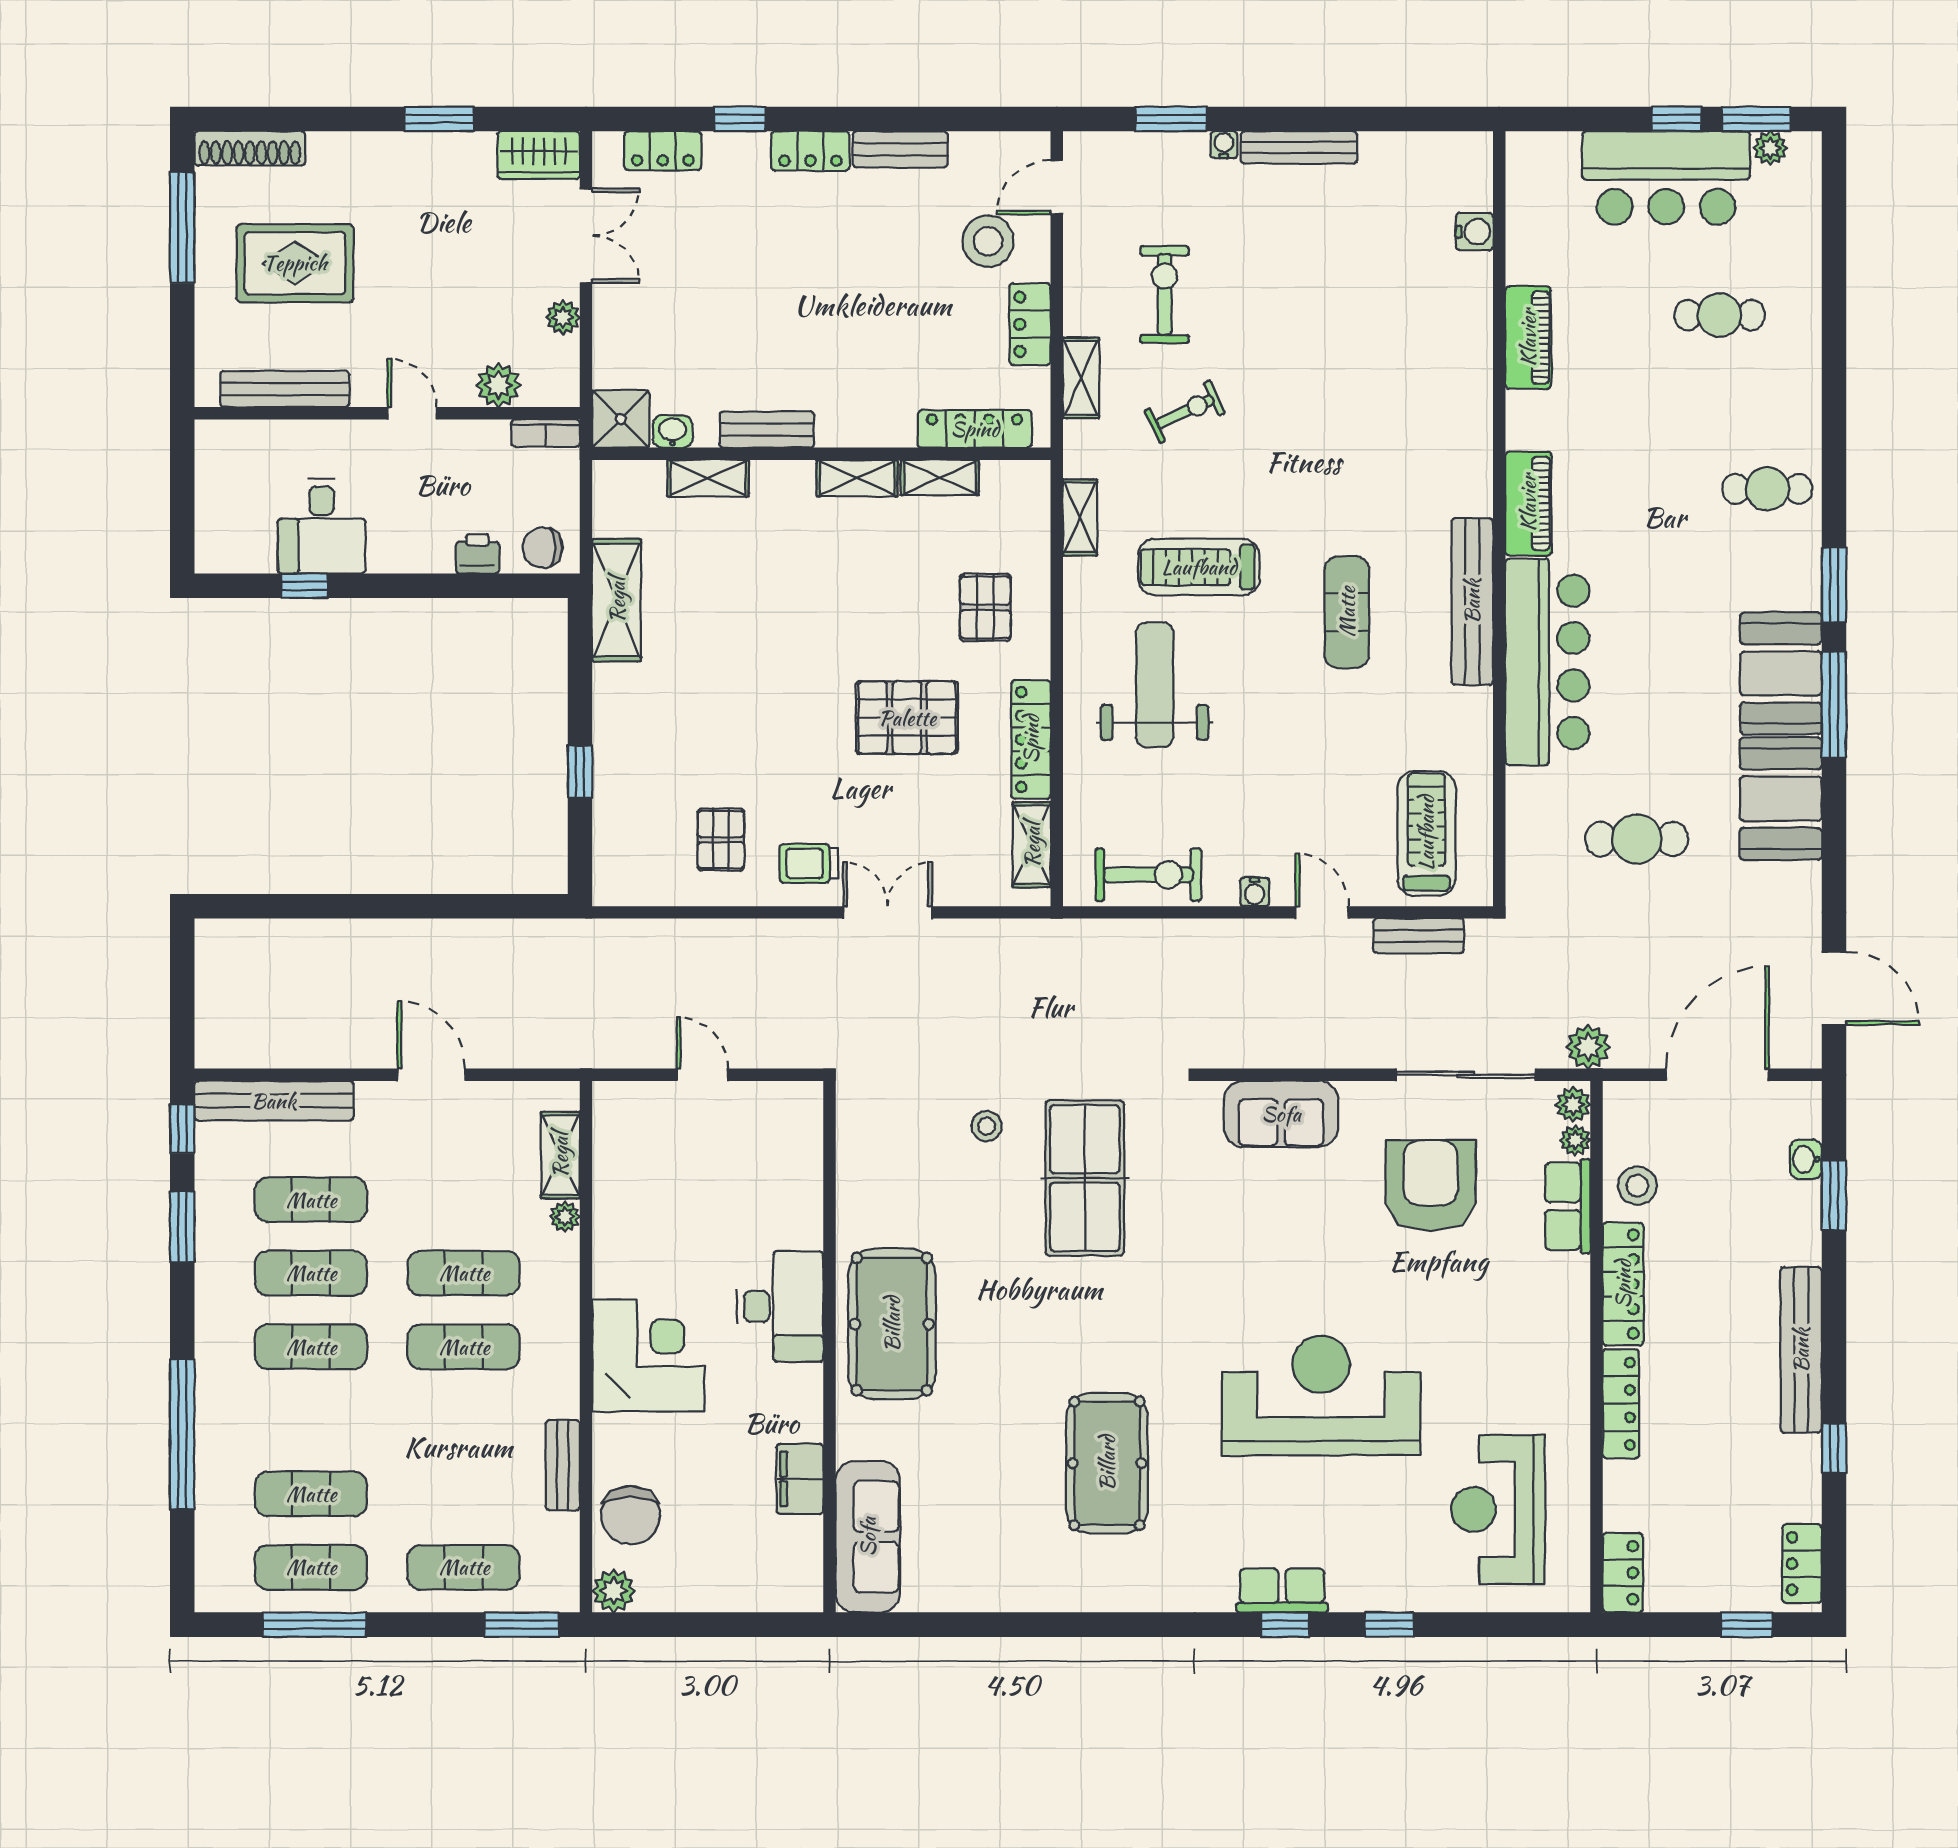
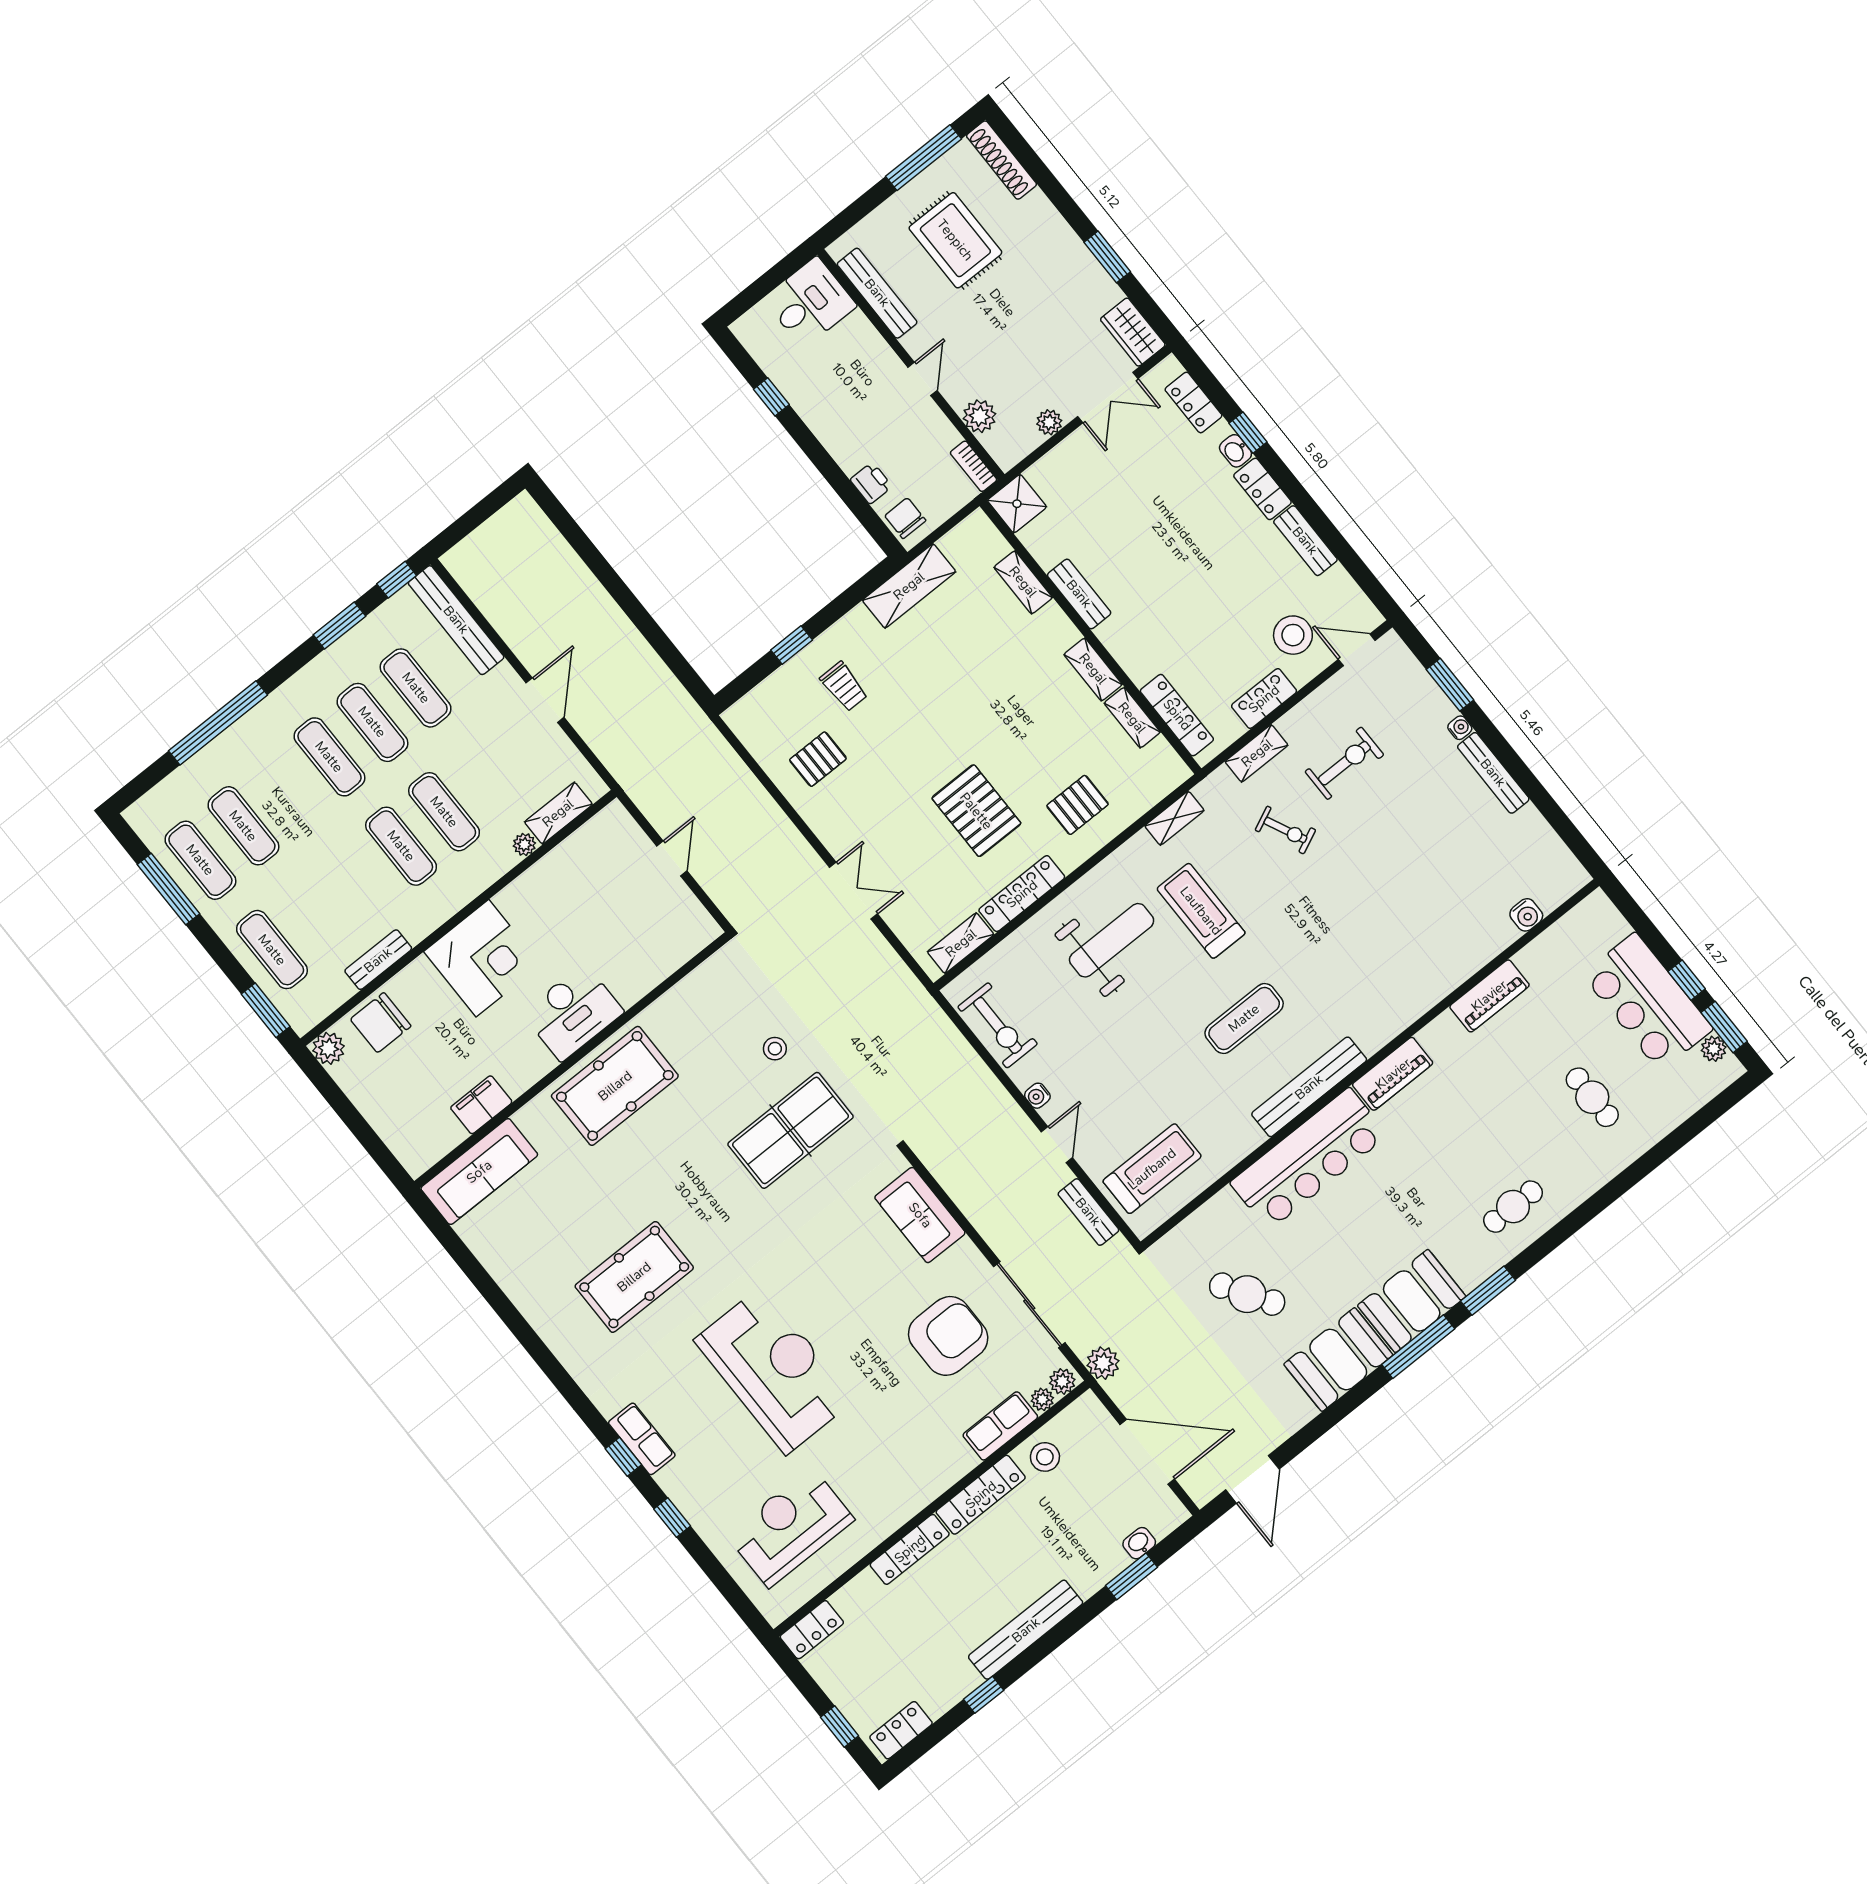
washbasin: (673, 432) -> (1235, 451), moved, turned 180
cafe table: (1767, 489) -> (1513, 1207), turned 90
desk: (322, 526) -> (810, 302), moved, turned 180
cafe table: (1637, 839) -> (1247, 1294), turned -33
trolley: (809, 863) -> (844, 686), moved, turned 180

